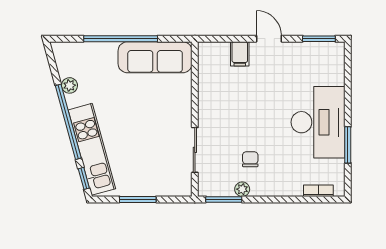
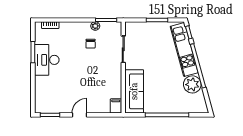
door: (269, 39) -> (79, 115), swing flipped
filing cabinet: (240, 54) -> (116, 106), moved
sofa: (155, 57) -> (134, 91), moved, turned 90
plant: (70, 85) -> (192, 84), width x1.88, depth x1.88
desk: (318, 122) -> (47, 60), width x0.73, depth x0.77

